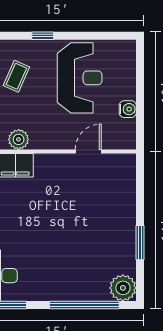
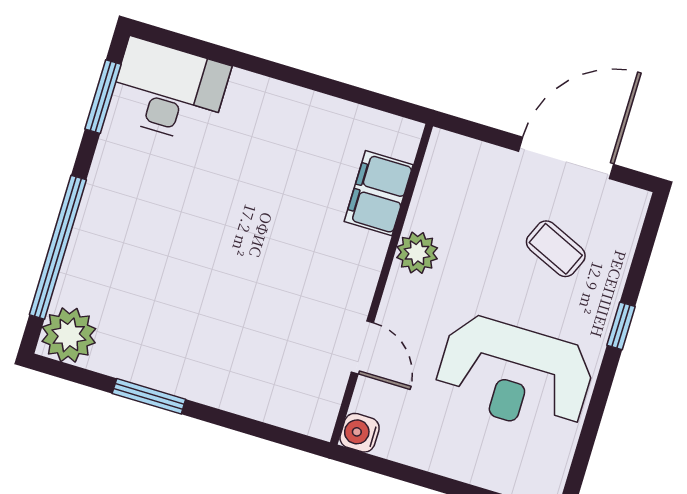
water cooler: (128, 109) -> (360, 433), moved, turned 90
plant: (19, 139) -> (417, 253), moved

